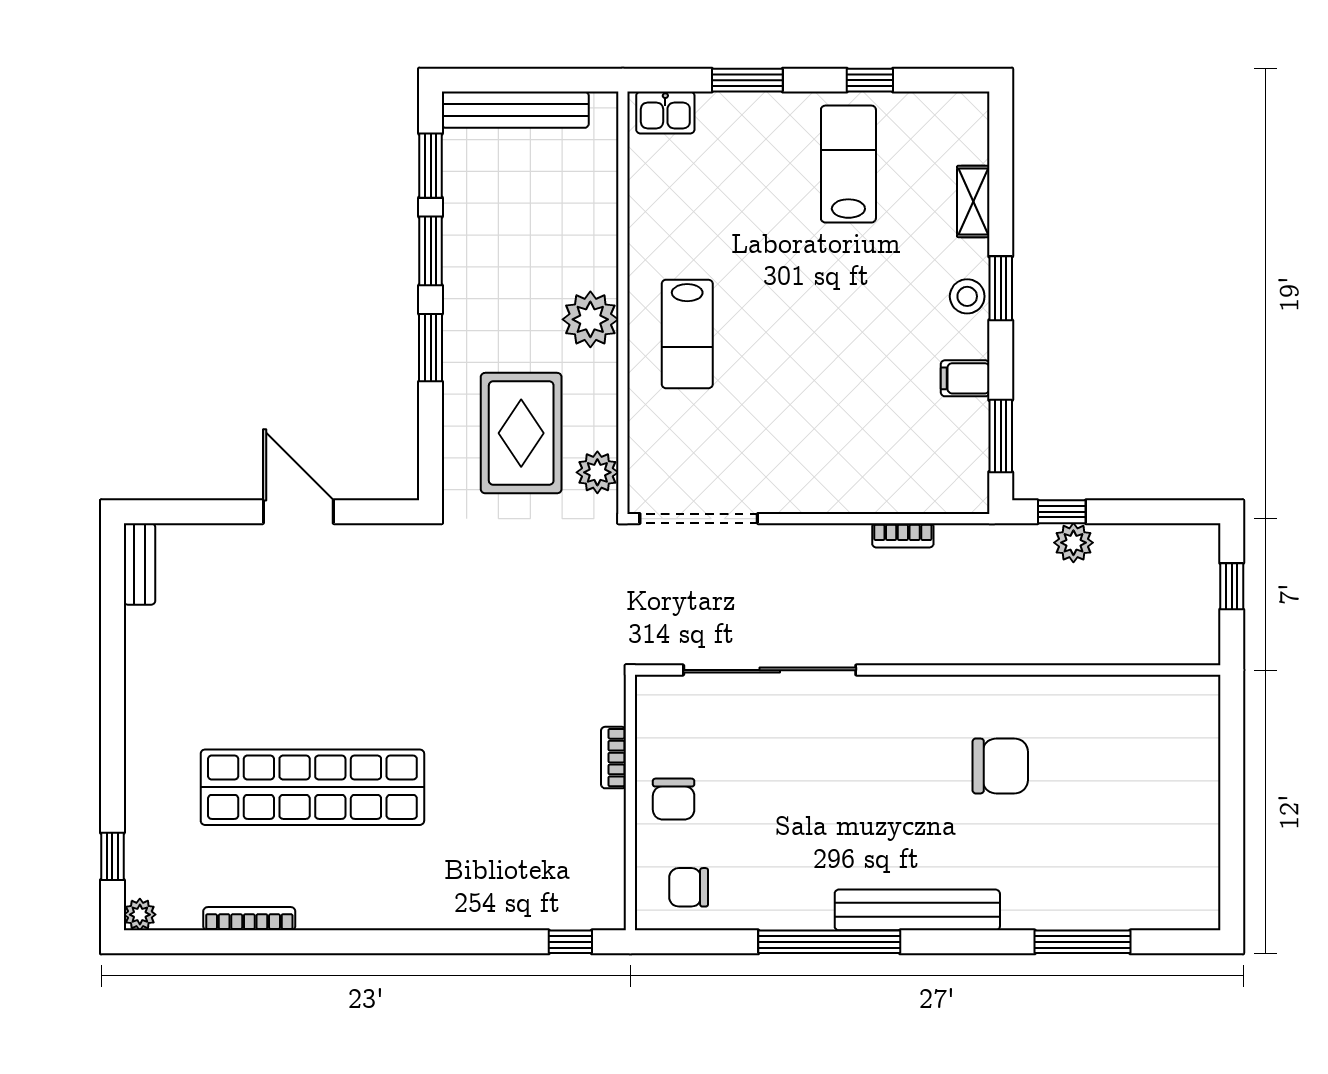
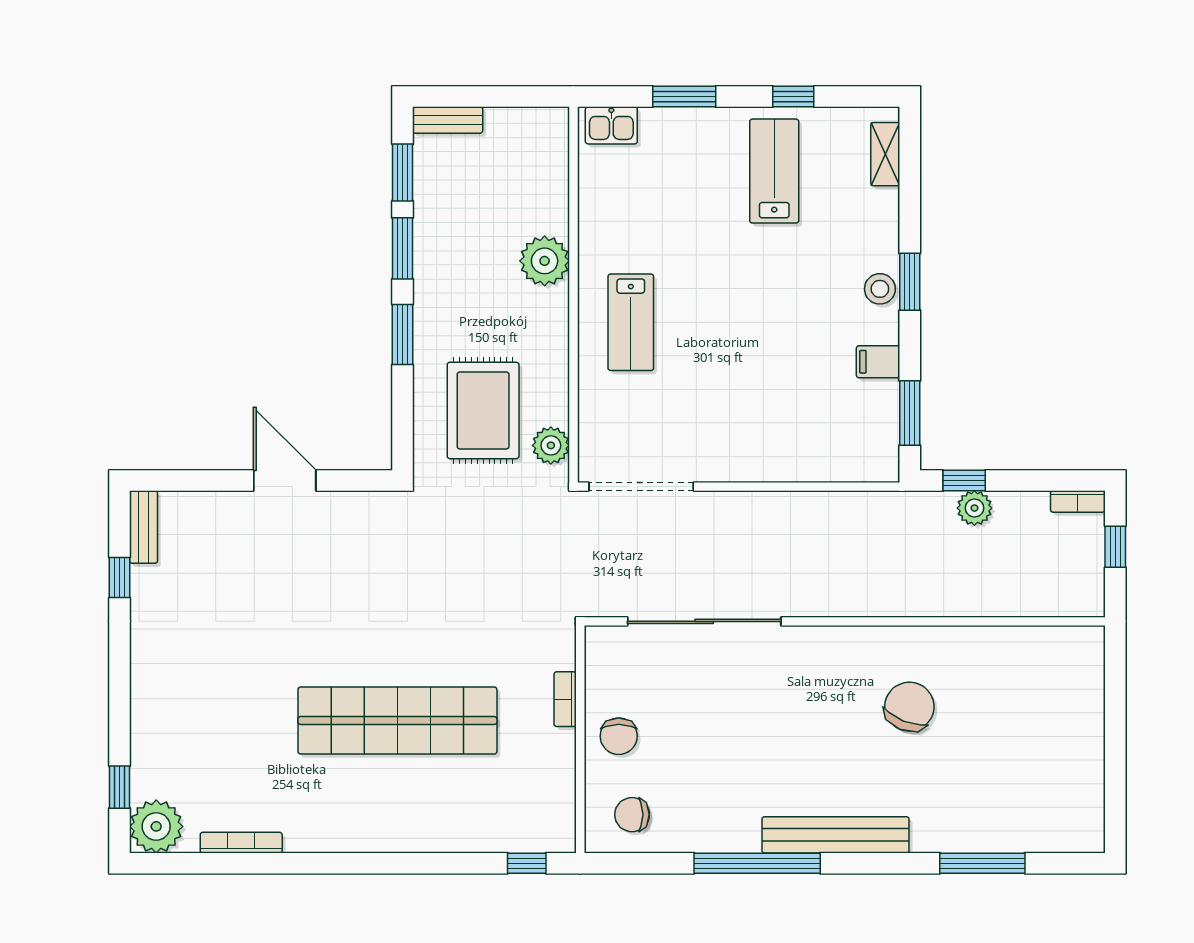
bench: (515, 110) -> (448, 120), width x0.54, depth x0.82
shelving: (973, 201) -> (885, 154), moved
plant: (590, 319) -> (545, 261), moved
bookcase: (903, 535) -> (1078, 501), moved
window: (112, 621) -> (119, 578), added
chair: (1000, 766) -> (909, 707), turned -68
shop shelf: (312, 787) -> (397, 720), moved
plant: (140, 915) -> (156, 826), width x1.88, depth x1.88

